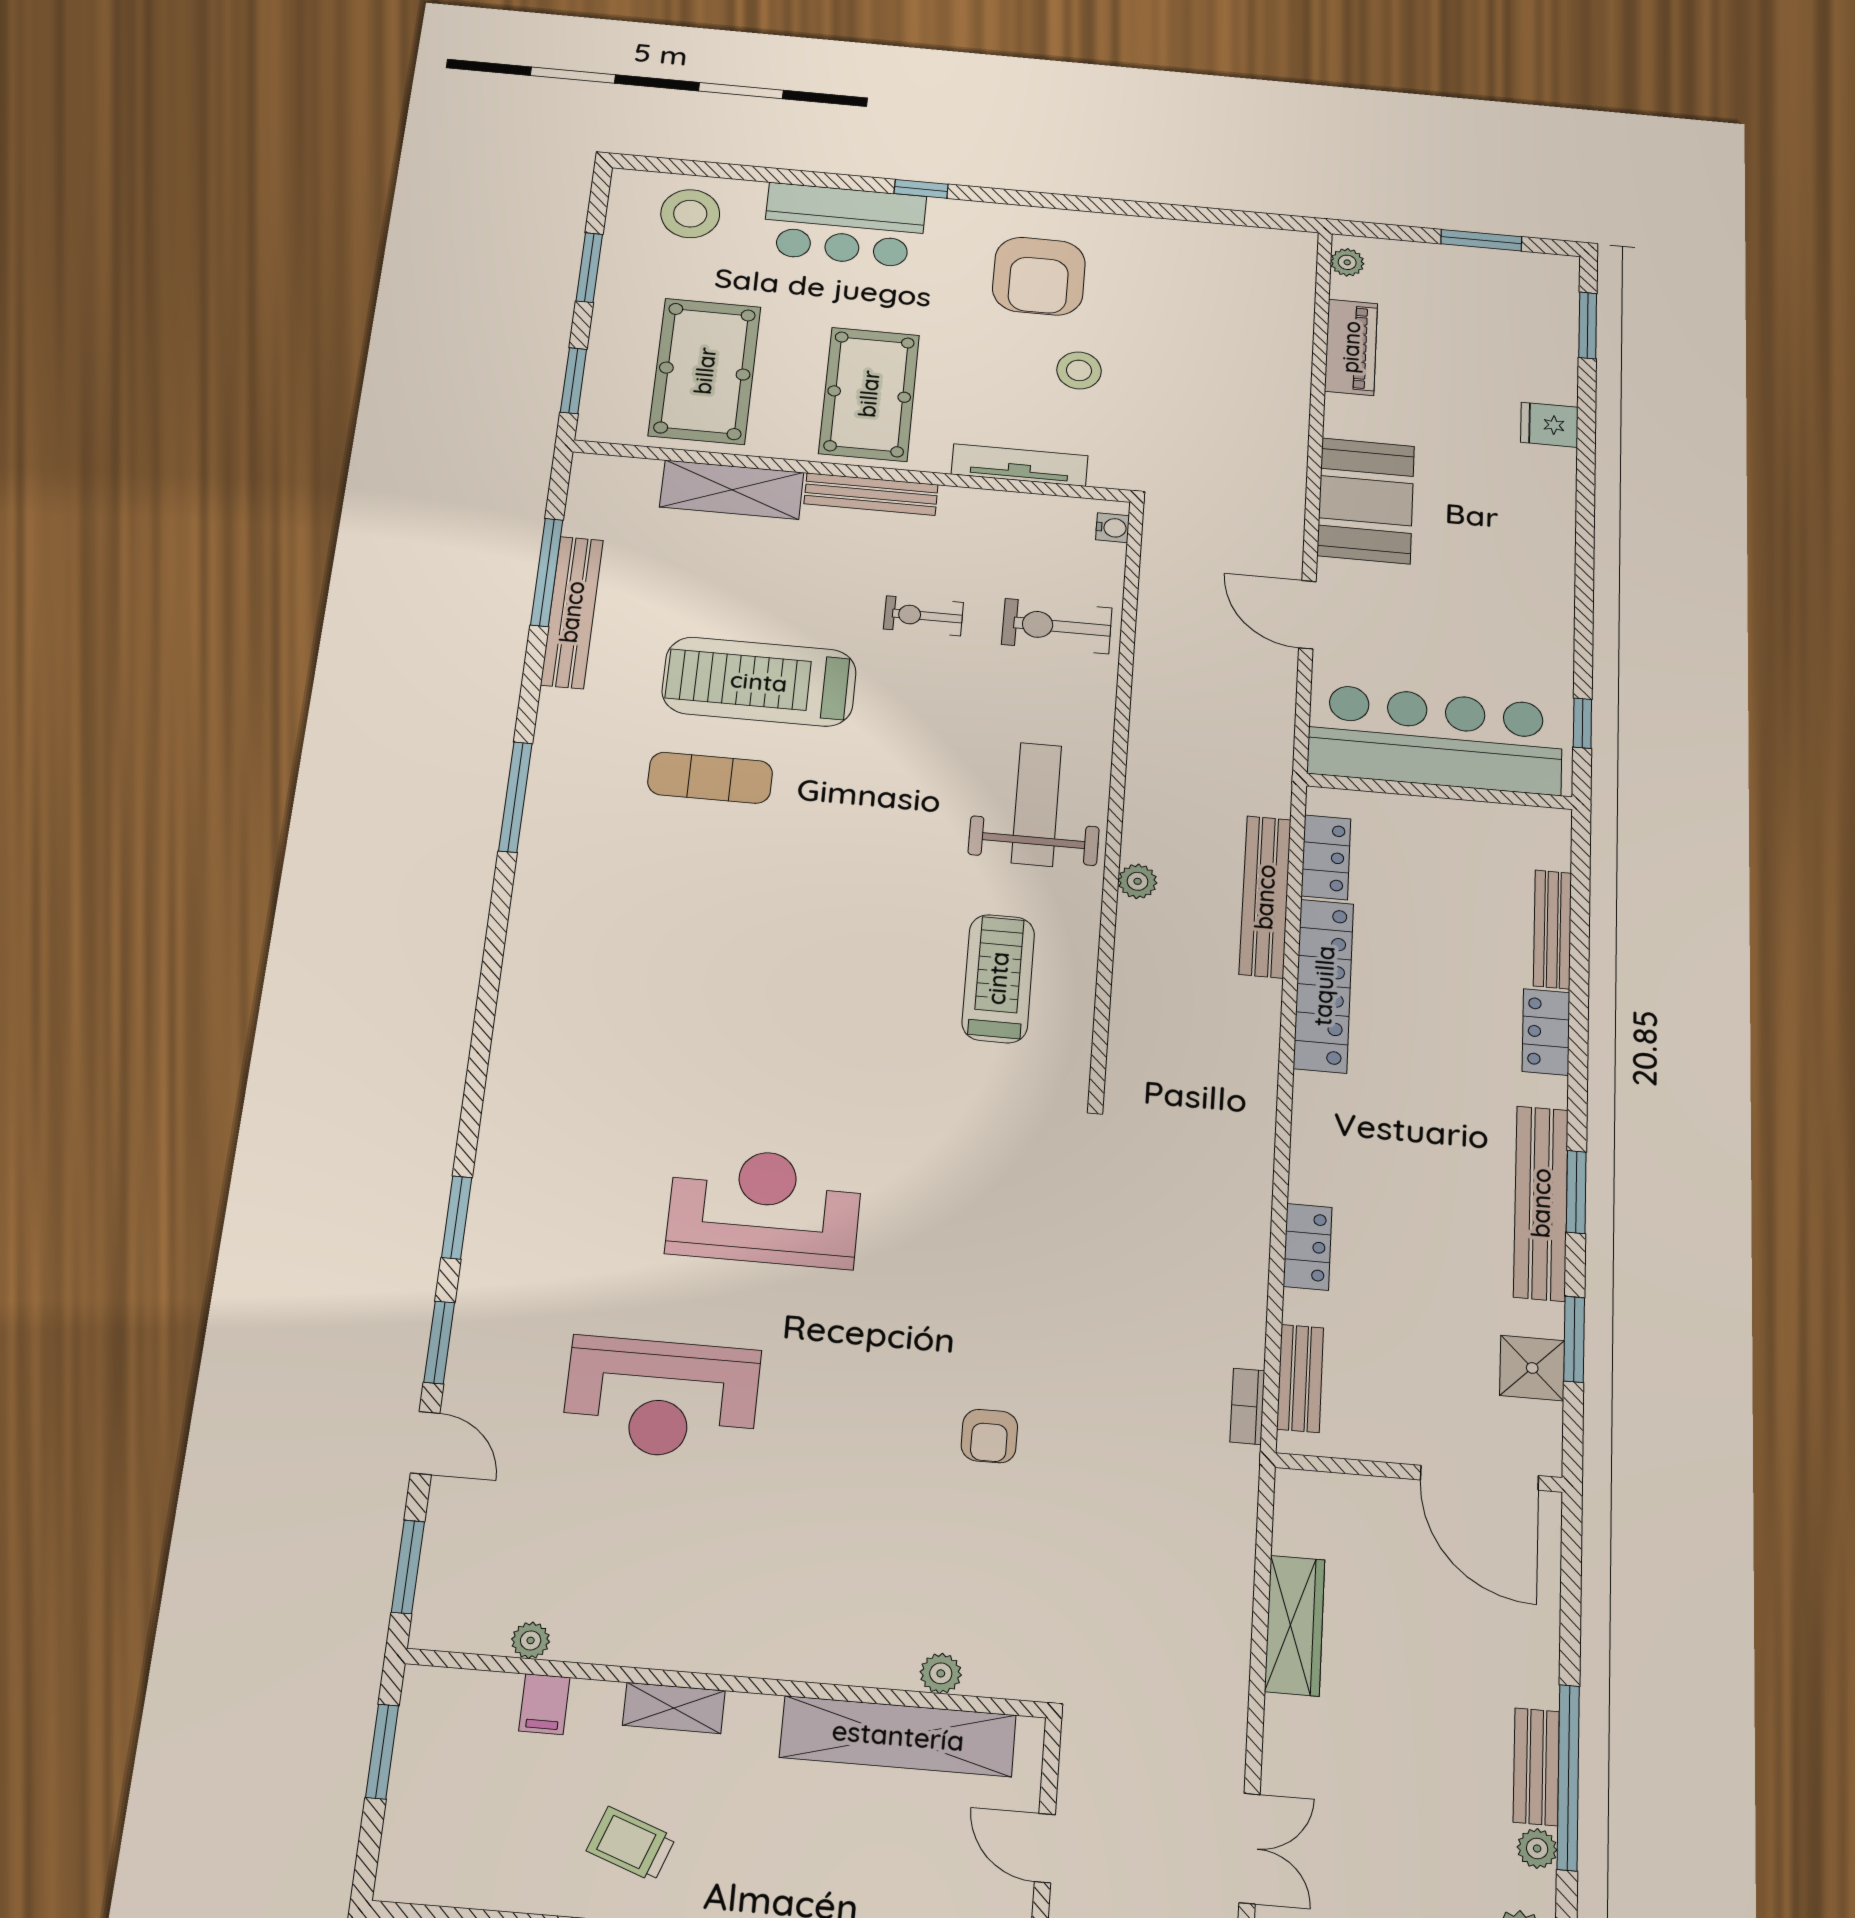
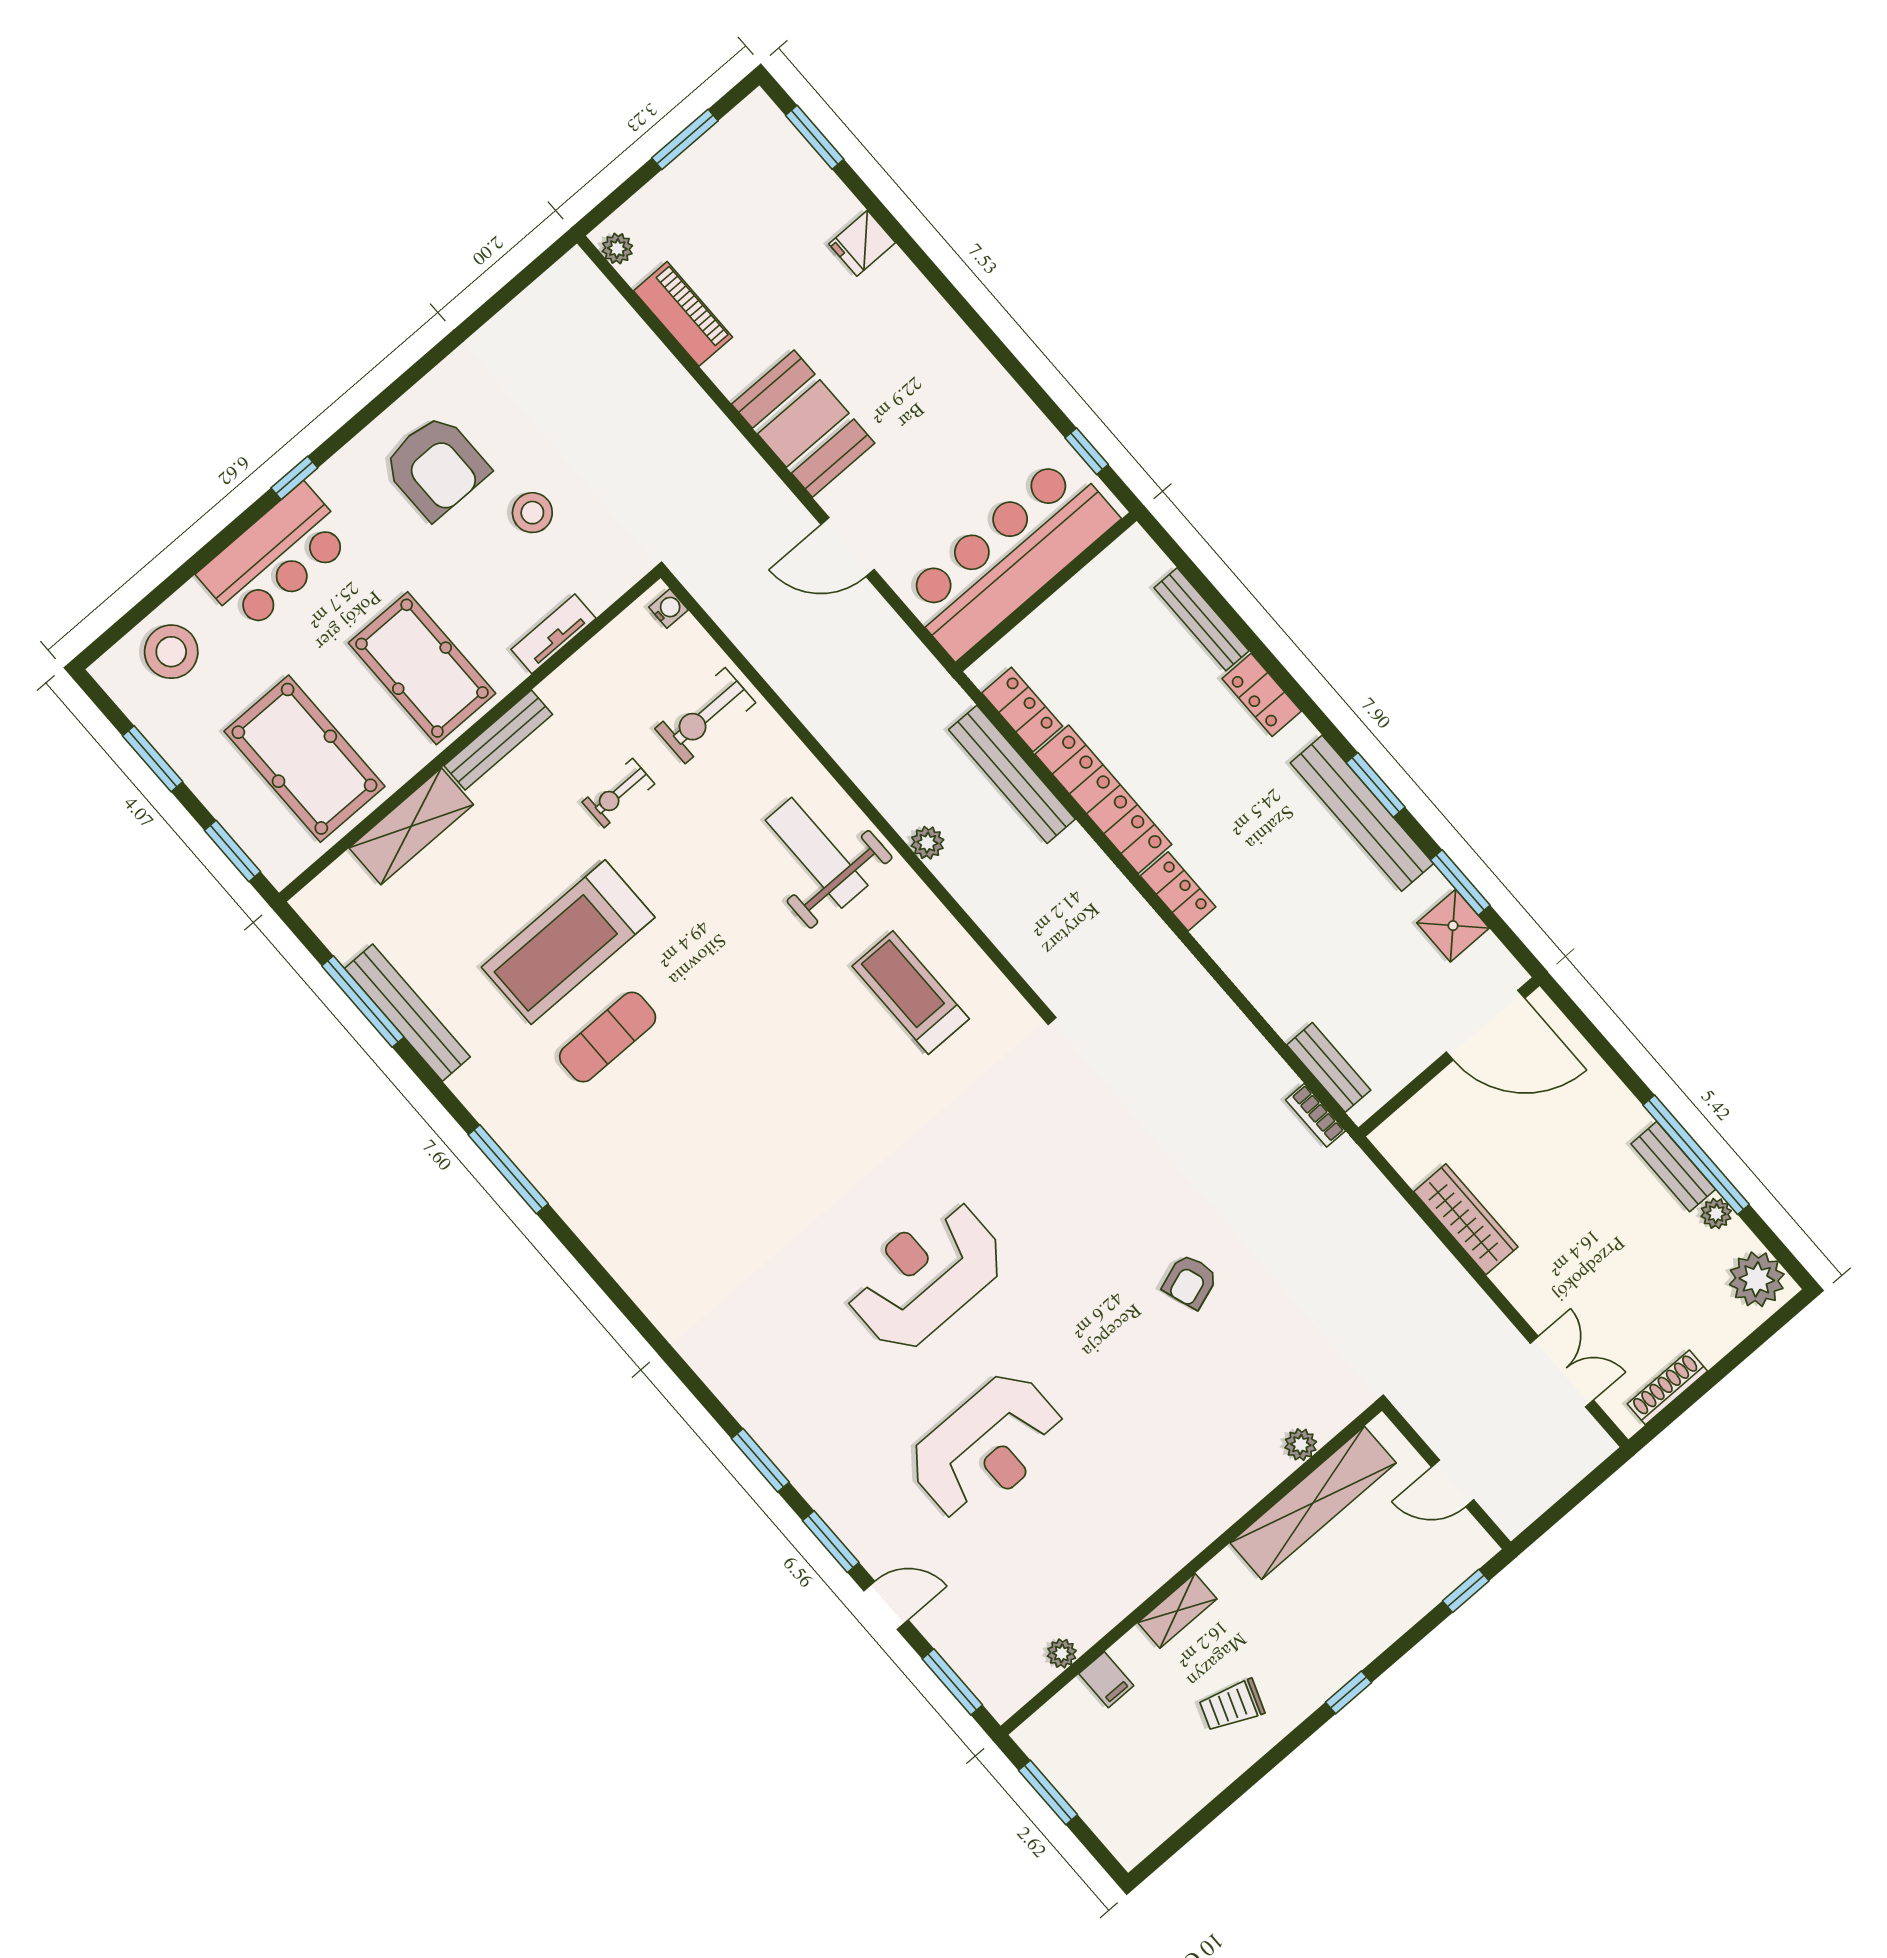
tv unit: (1020, 465) -> (553, 634), width x0.71
locker: (1308, 1247) -> (1178, 891), moved
armchair: (989, 1436) -> (1190, 1281), turned 71

